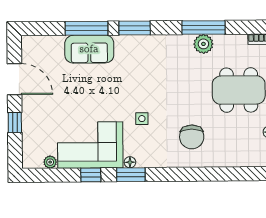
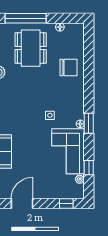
window: (15, 123) -> (66, 203), moved
chair: (192, 137) -> (69, 67), moved
window: (91, 175) -> (89, 168), moved

